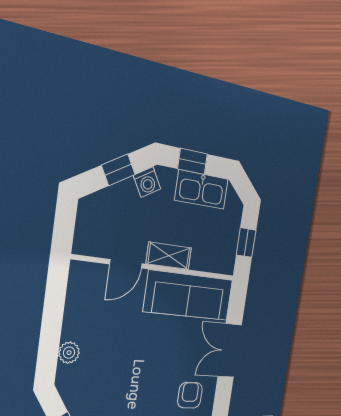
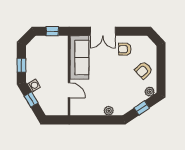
kitchen sink: (202, 190) -> (33, 59), removed
shelving: (169, 256) -> (63, 70), removed

